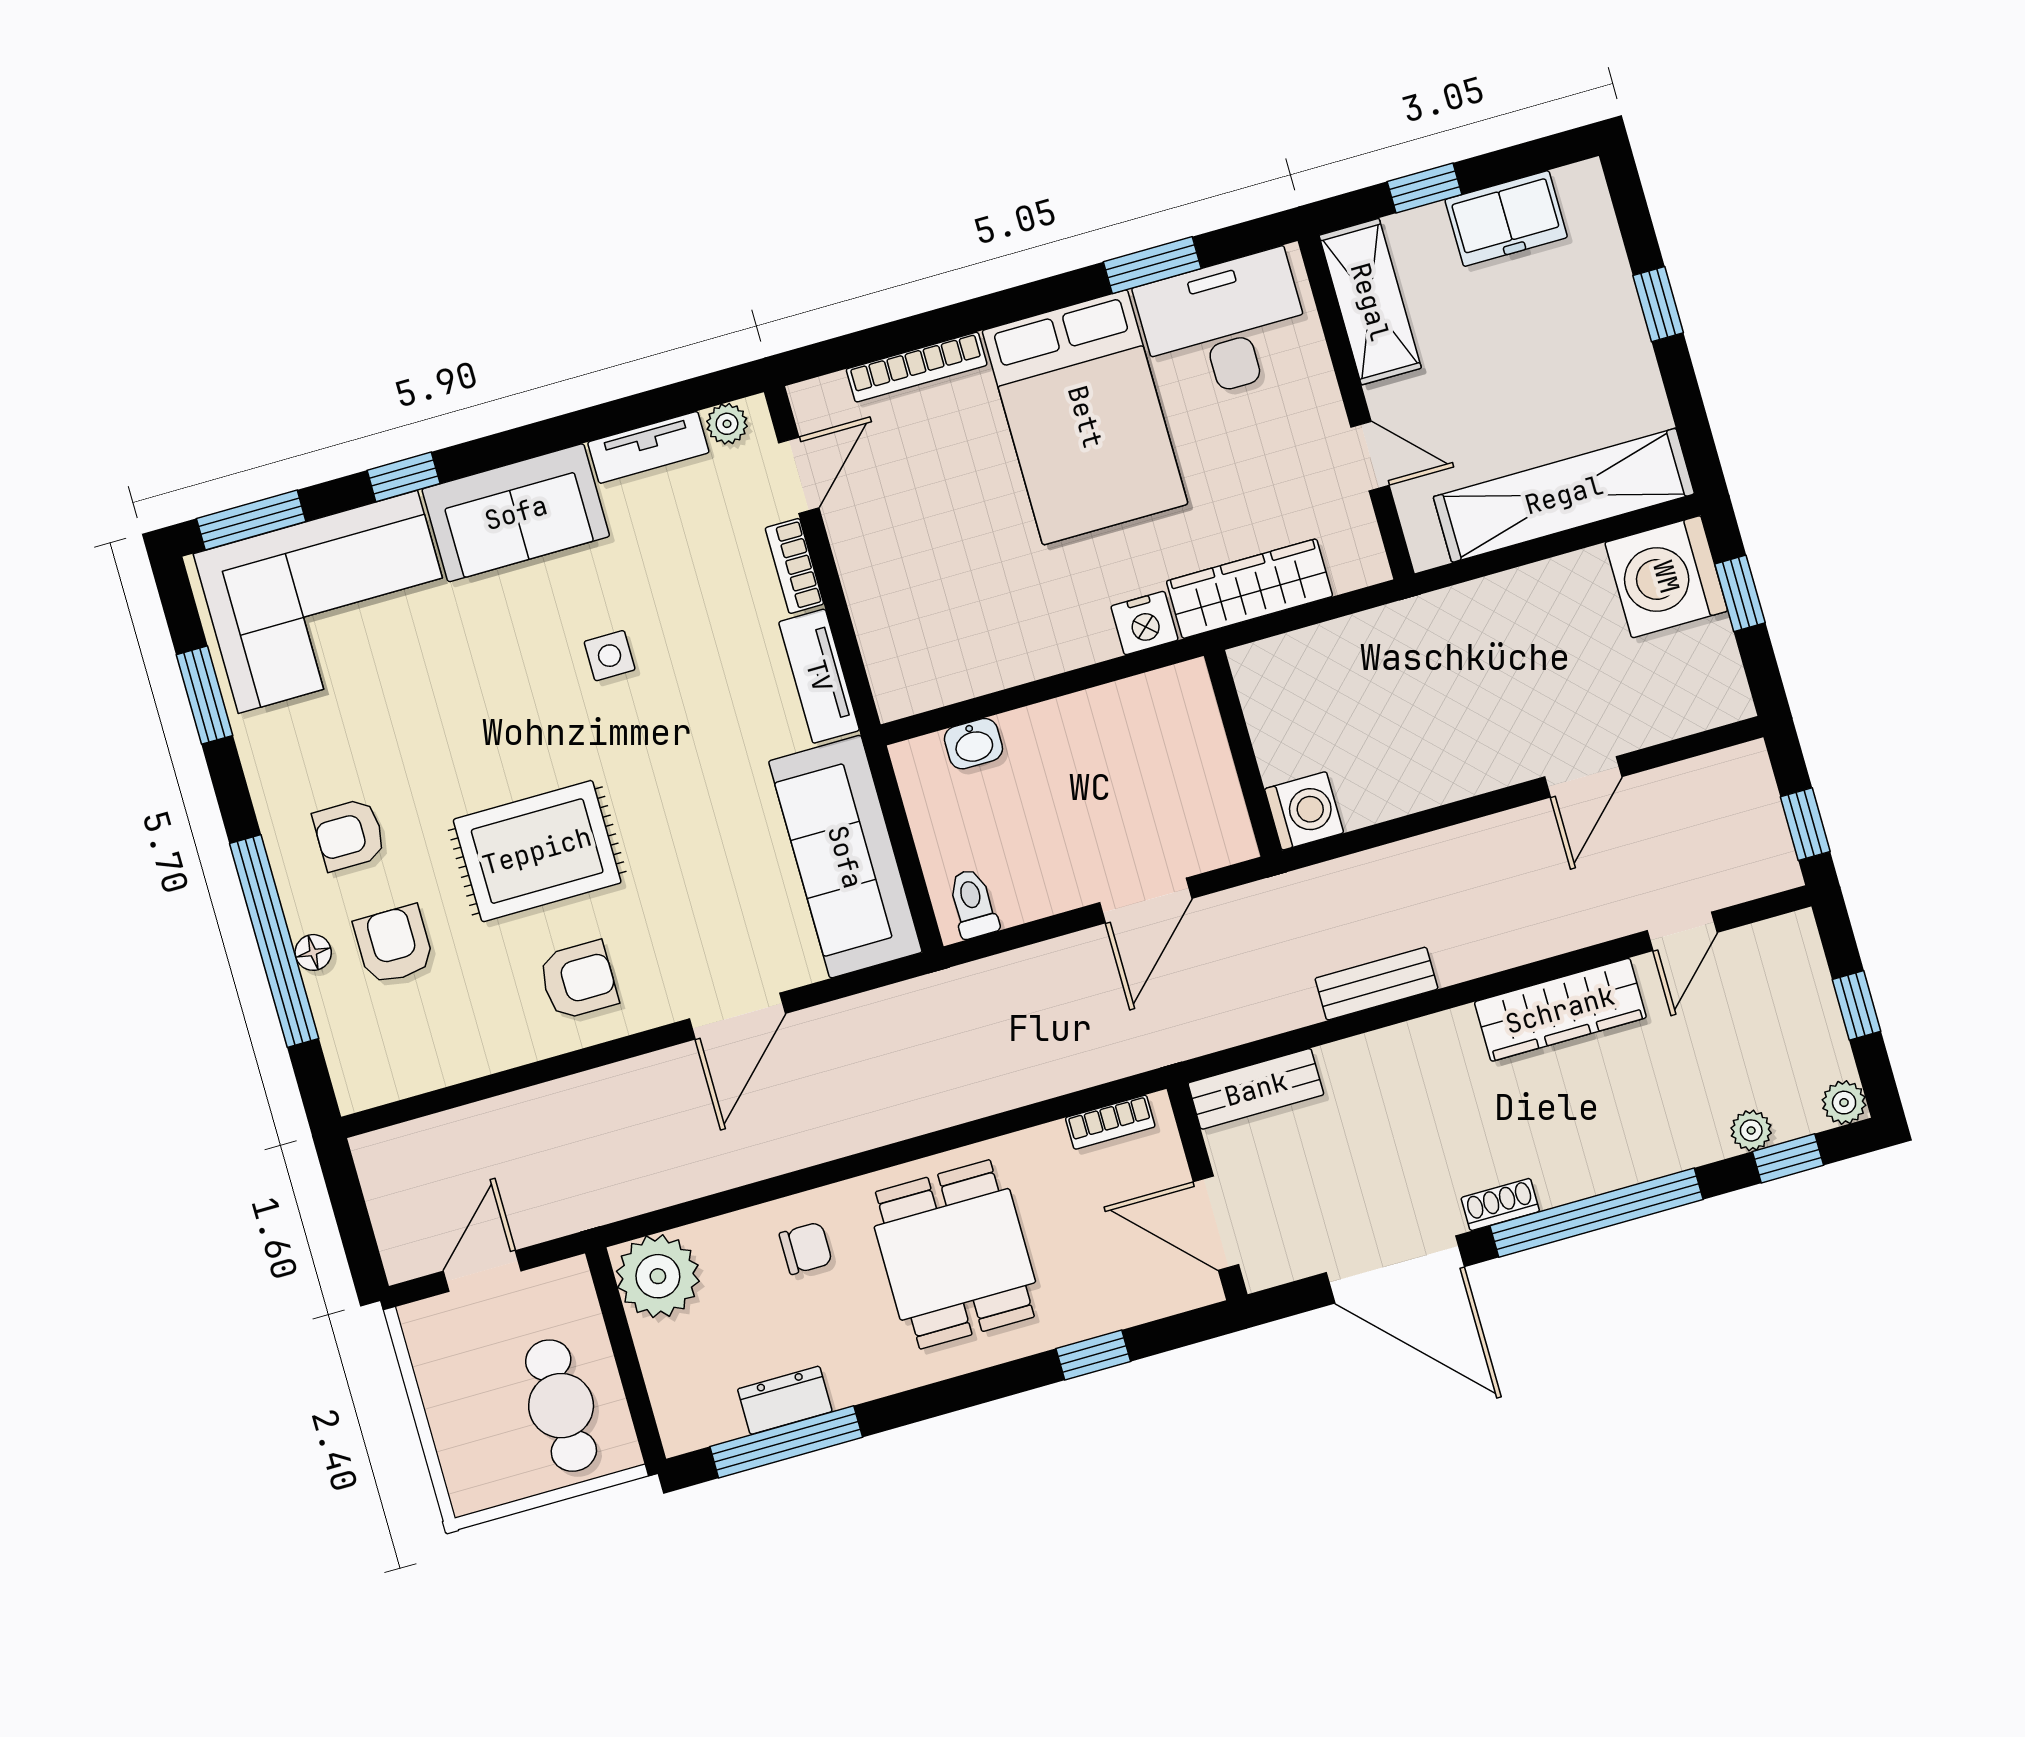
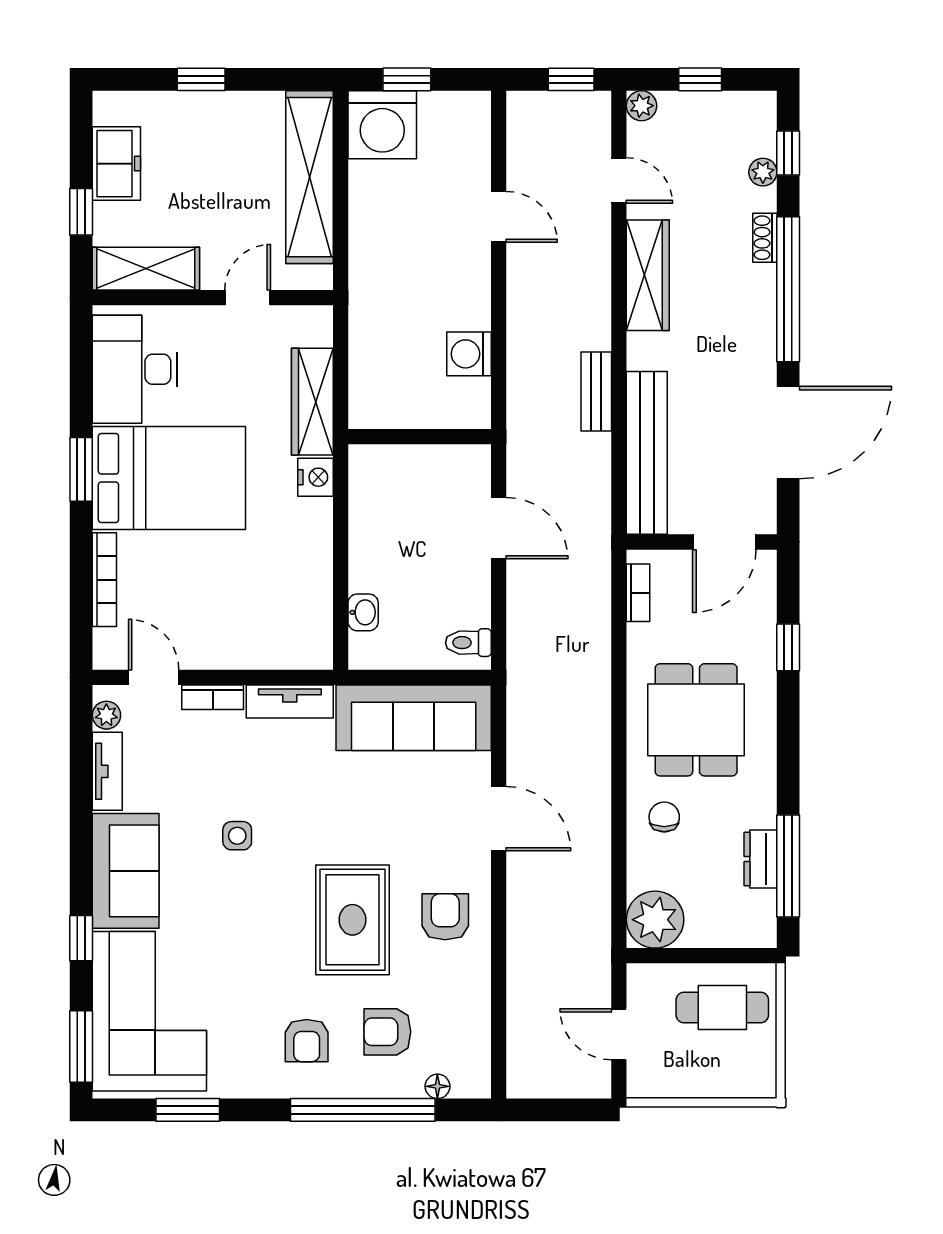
window: (1152, 265) -> (81, 469), moved
washing machine: (1304, 811) -> (469, 354), moved, turned -90
floor lamp: (313, 952) -> (437, 1086), moved
bench: (1256, 1089) -> (647, 453), width x1.86, depth x1.21
plant: (1844, 1103) -> (642, 106), moved
shoe rack: (1500, 1205) -> (765, 238), moved
dining table: (955, 1254) -> (696, 720), turned 90

